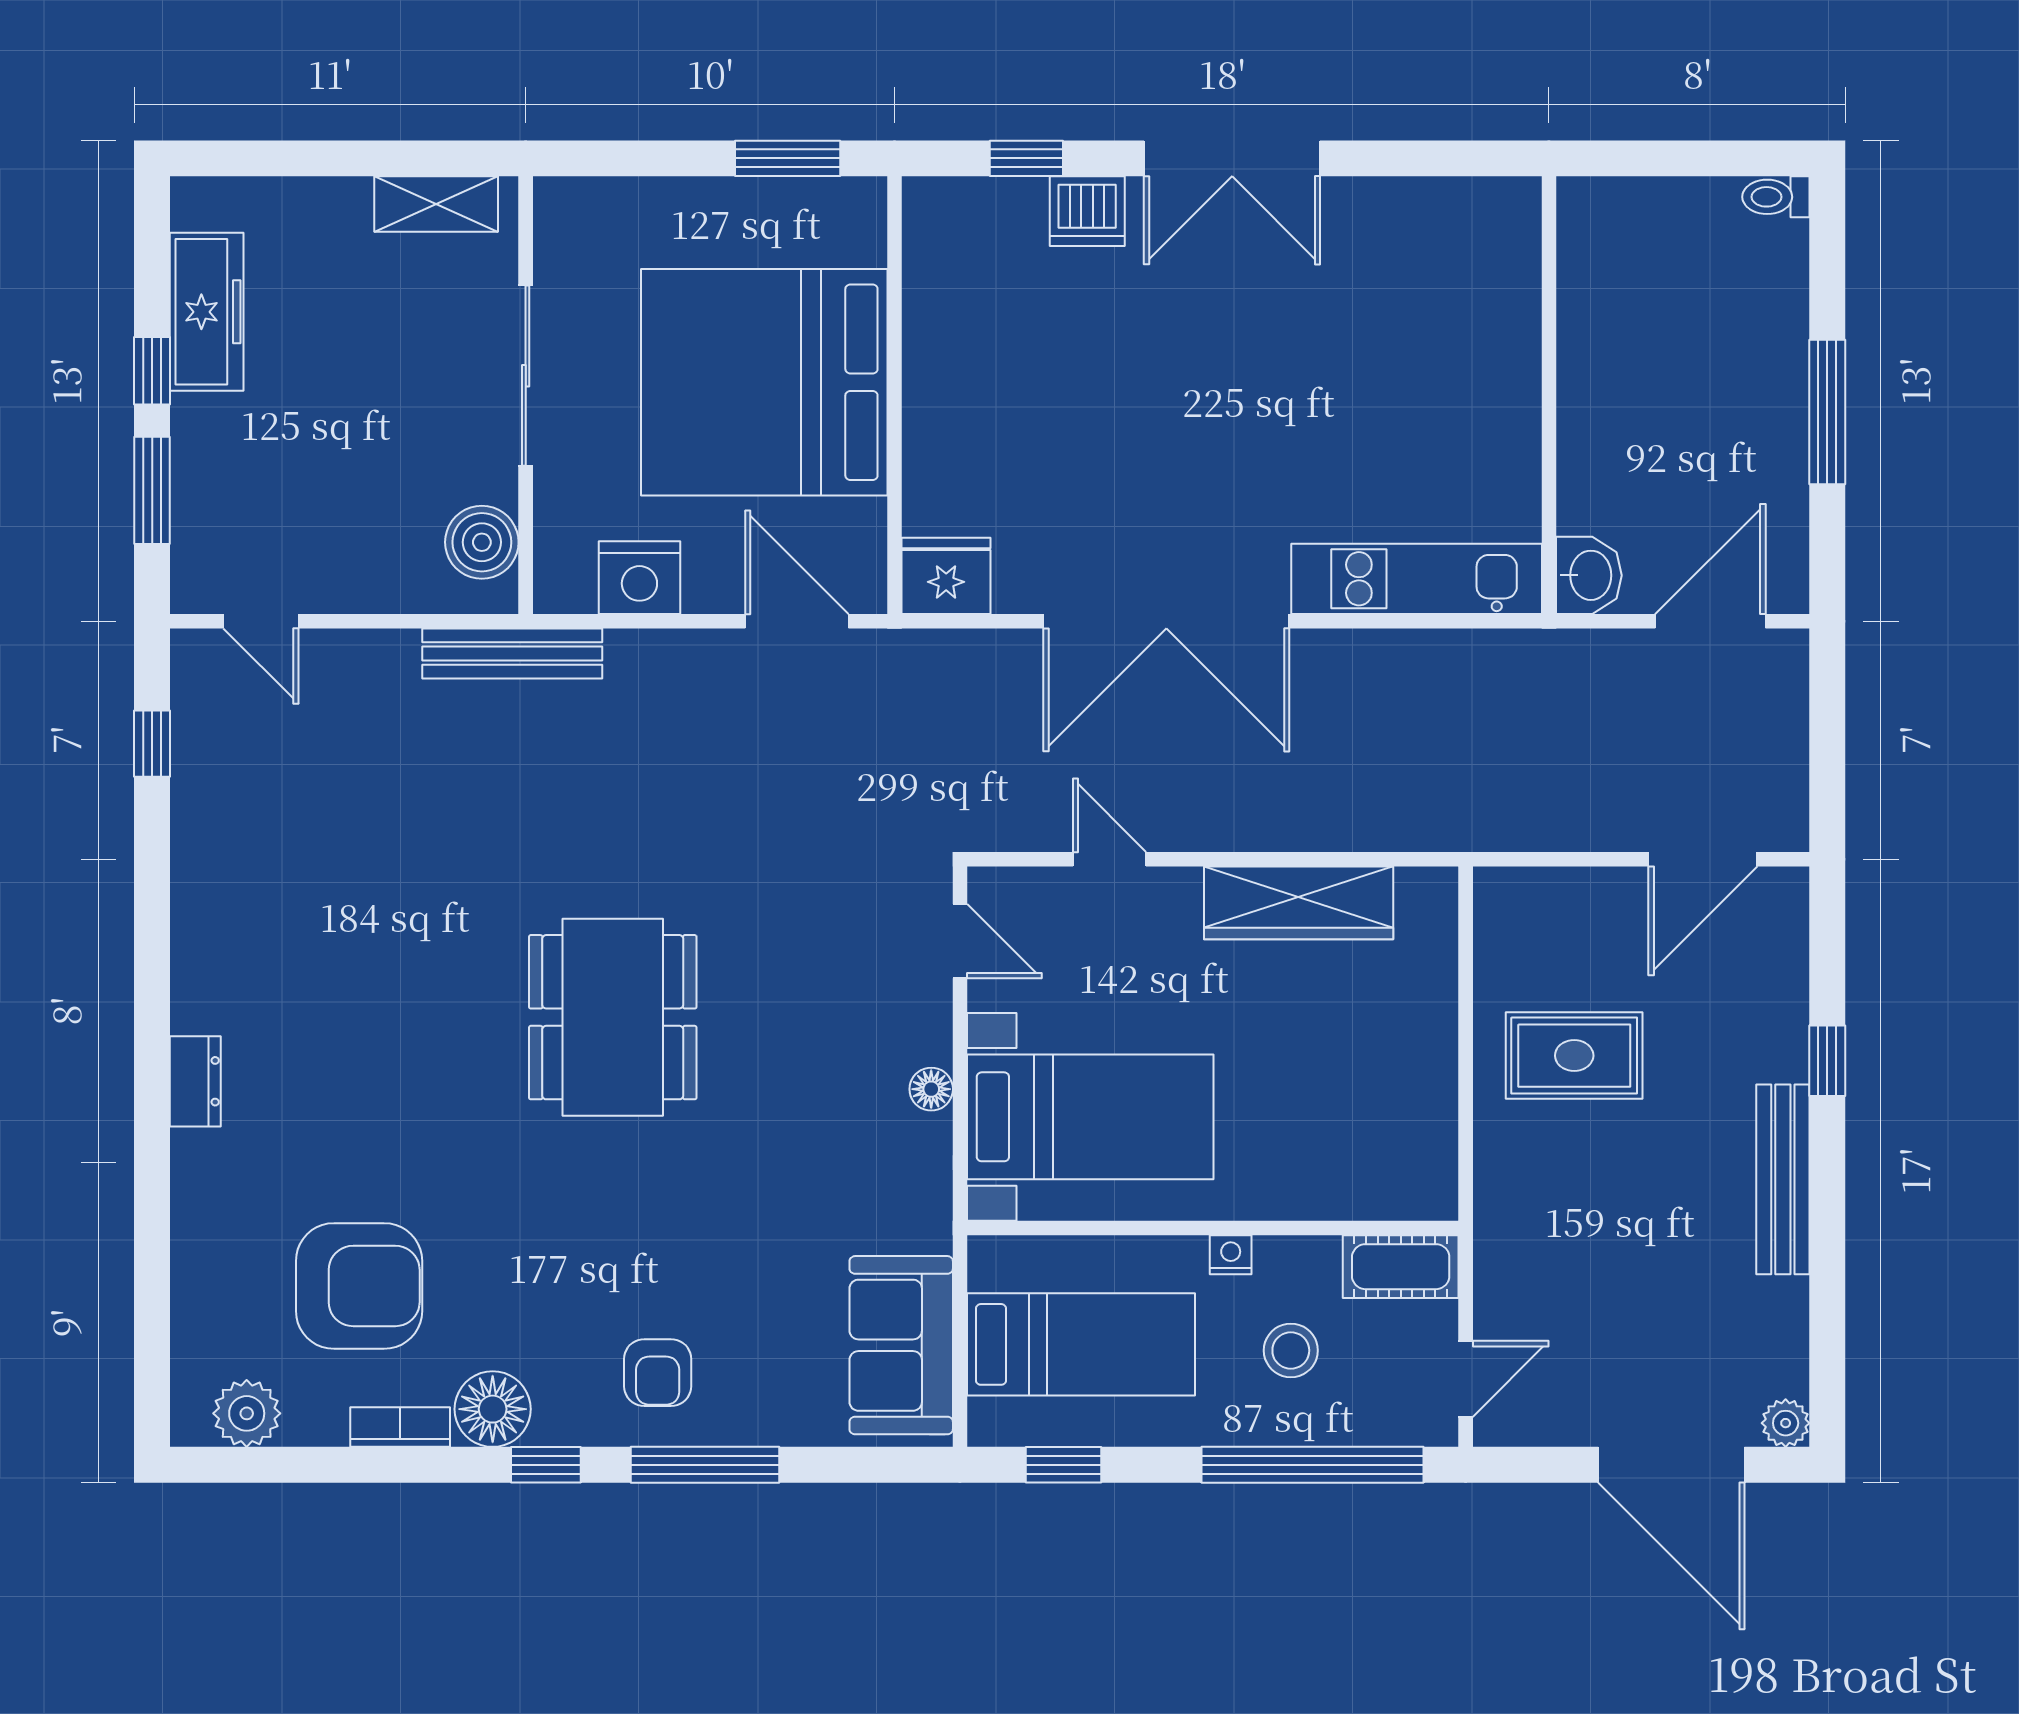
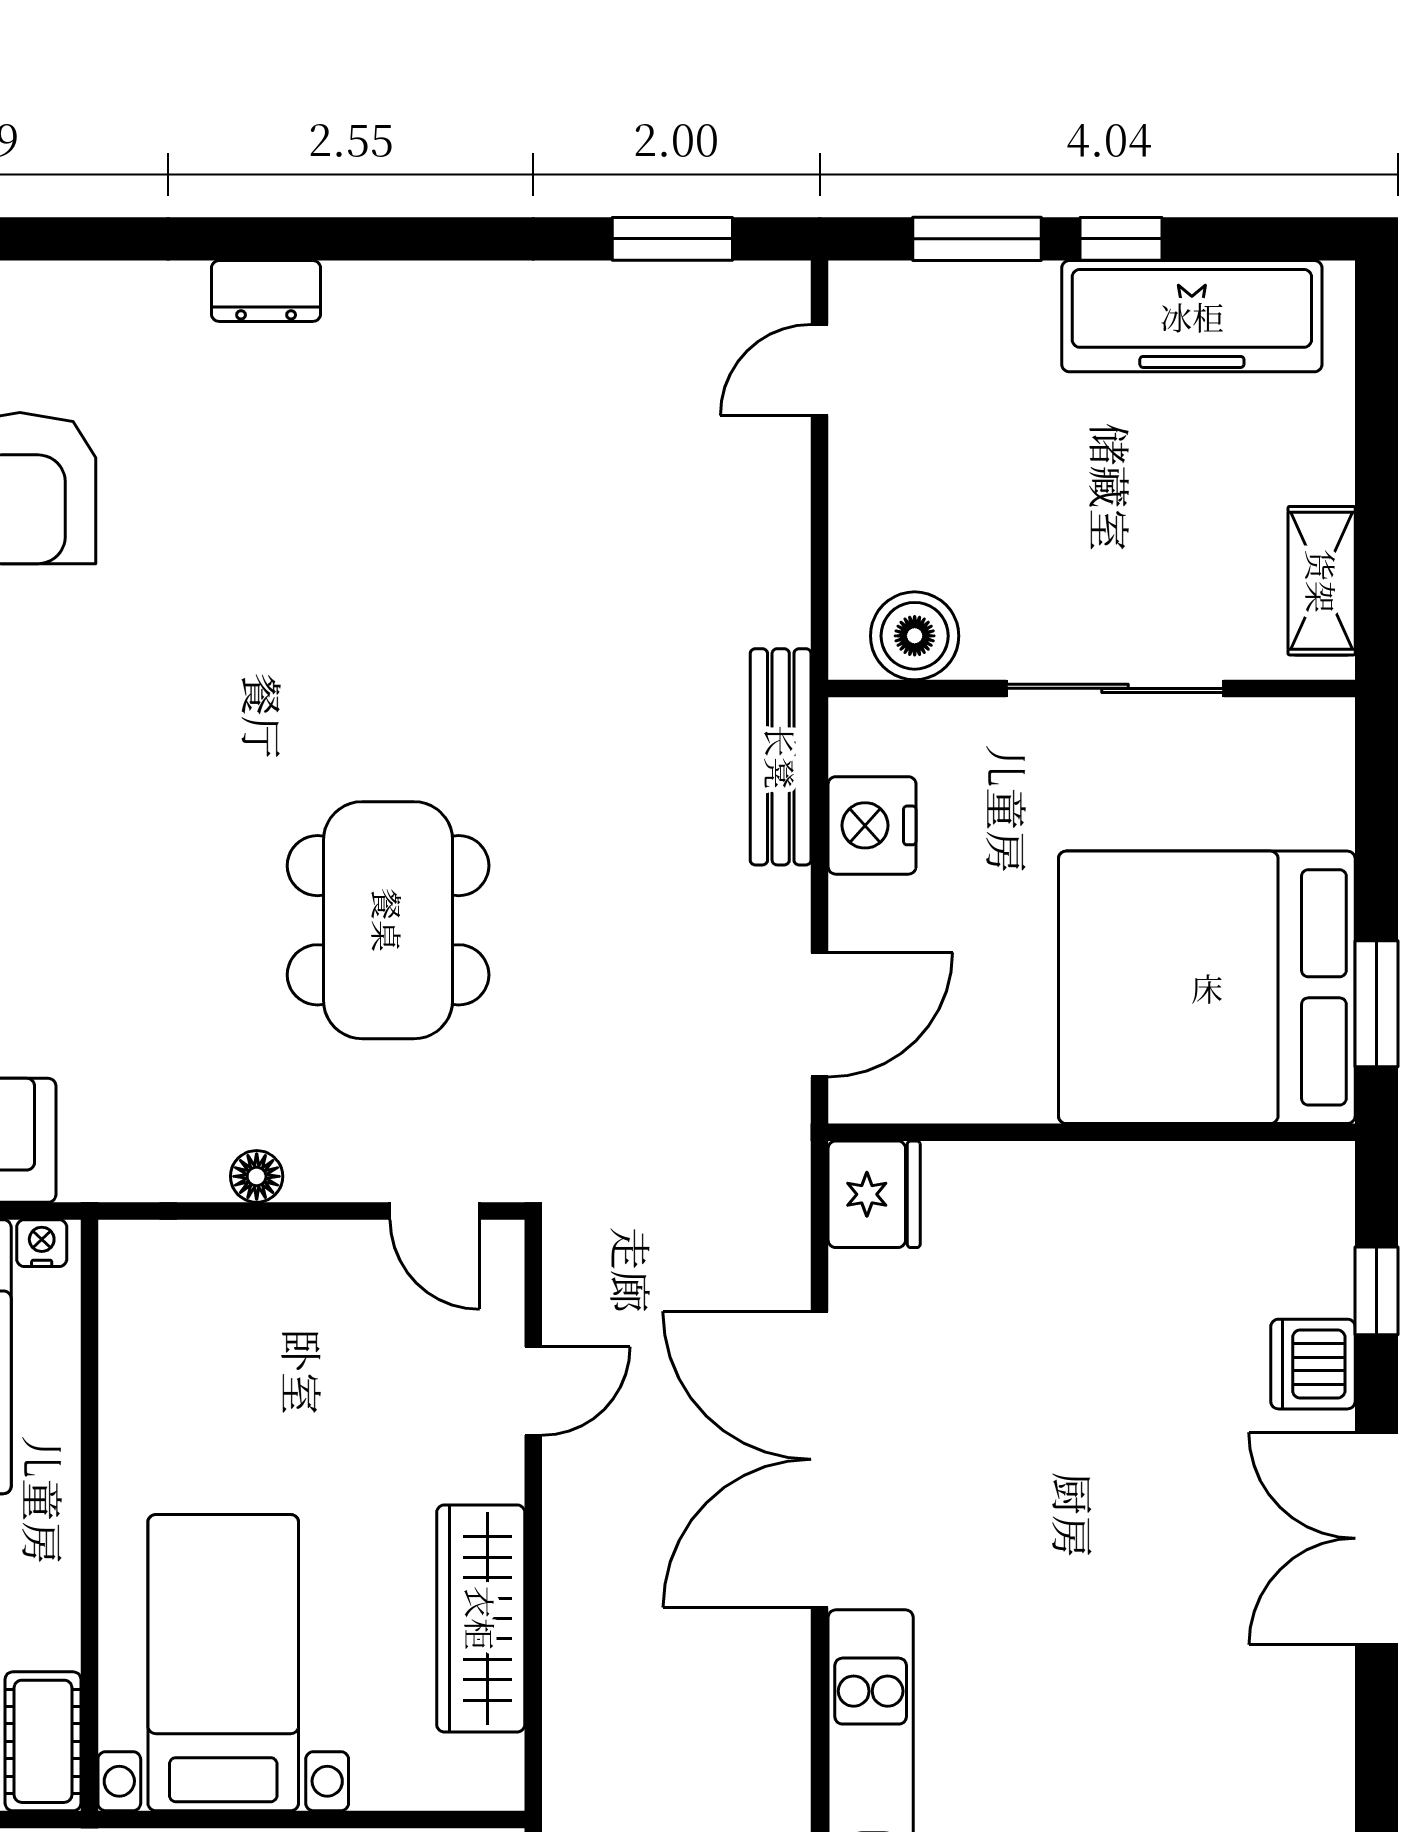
freezer: (207, 312) -> (1192, 316), width x1.36, depth x1.26
bed: (764, 382) -> (1207, 987), moved, turned -90
bench: (512, 654) -> (781, 757), moved
window: (152, 744) -> (672, 239), width x1.50
door: (960, 941) -> (435, 1211), hinge flipped
dining table: (613, 1017) -> (388, 920), moved, turned 90
bed with nightstands: (1090, 1117) -> (223, 1663), moved, turned 180
nightstand: (1231, 1255) -> (42, 1243), moved, turned -90

